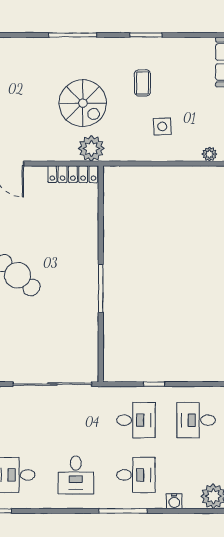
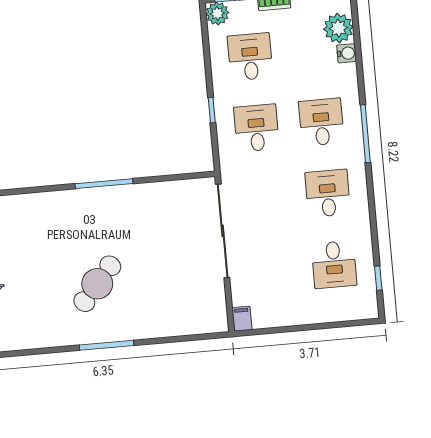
desk: (196, 420) -> (250, 57), turned 180
desk: (76, 475) -> (328, 193), turned -90
water cooler: (174, 501) -> (347, 53), moved

